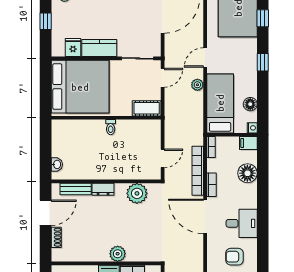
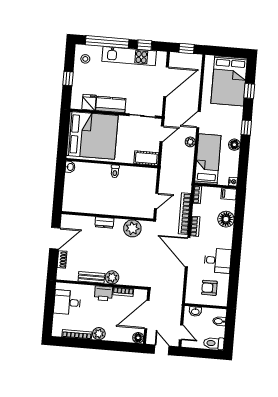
floor lamp: (250, 104) -> (234, 145), moved
washbasin: (57, 164) -> (70, 167), moved
bench: (76, 189) -> (91, 277), moved

